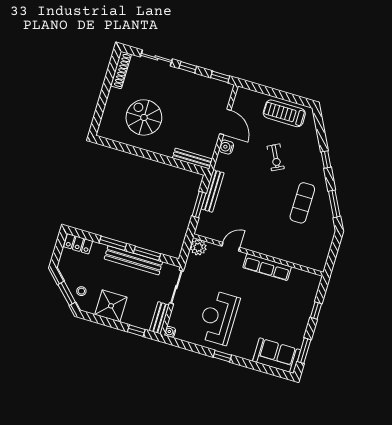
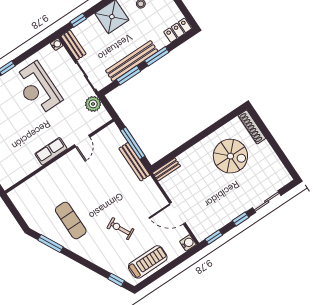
shoe rack: (121, 70) -> (252, 127), moved
water cooler: (226, 147) -> (188, 243), moved
bench: (192, 159) -> (166, 169), width x0.73
window: (326, 159) -> (116, 280), moved
window: (199, 205) -> (133, 143), width x1.44
plant: (198, 247) -> (93, 104), moved
row of seats: (267, 267) -> (51, 151), width x0.68
reception desk: (218, 318) -> (38, 88), turned 180

